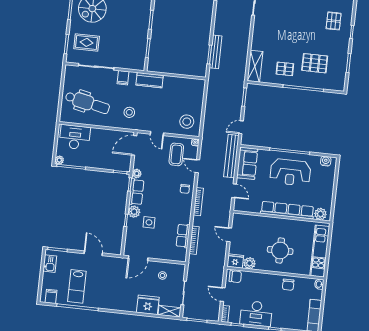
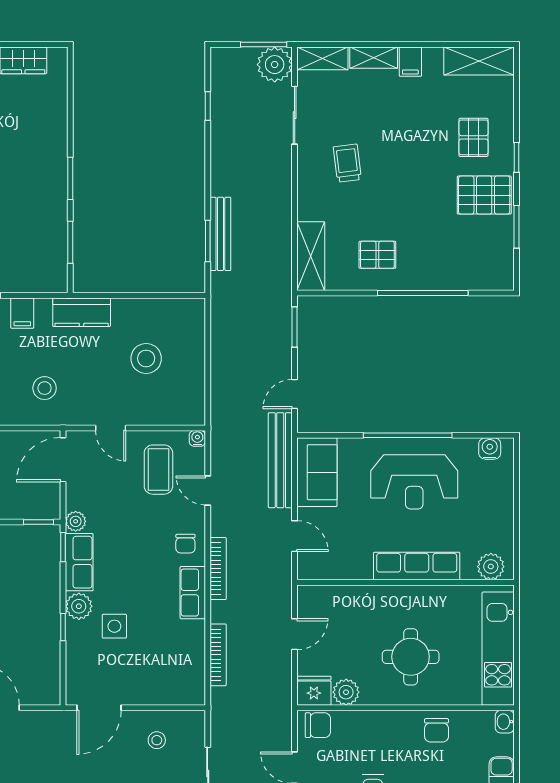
trolley: (276, 26) -> (347, 163), added
pallet: (315, 63) -> (484, 195), moved
stool: (187, 122) -> (146, 358), moved
row of seats: (287, 210) -> (417, 566), width x0.73
door: (229, 235) -> (295, 634), swing flipped
row of seats: (183, 236) -> (193, 593), moved

